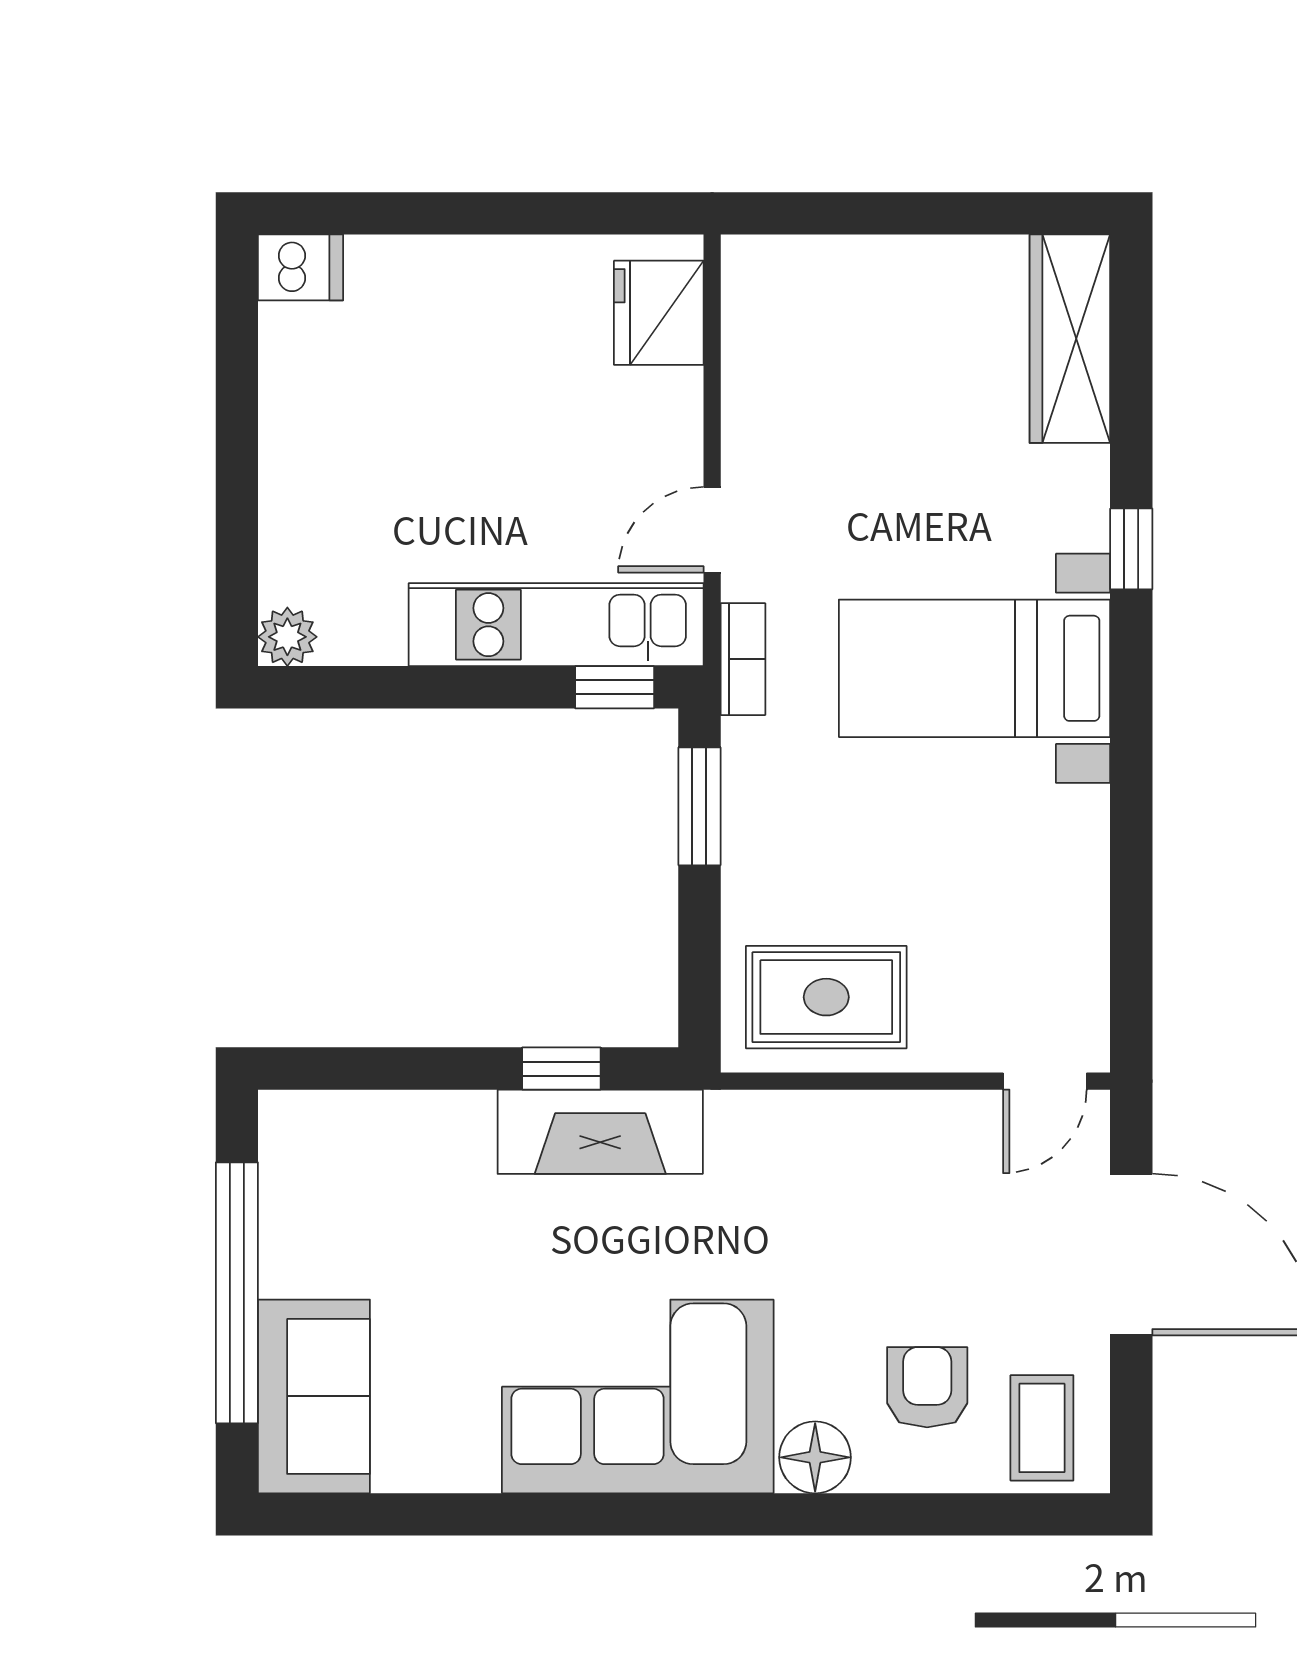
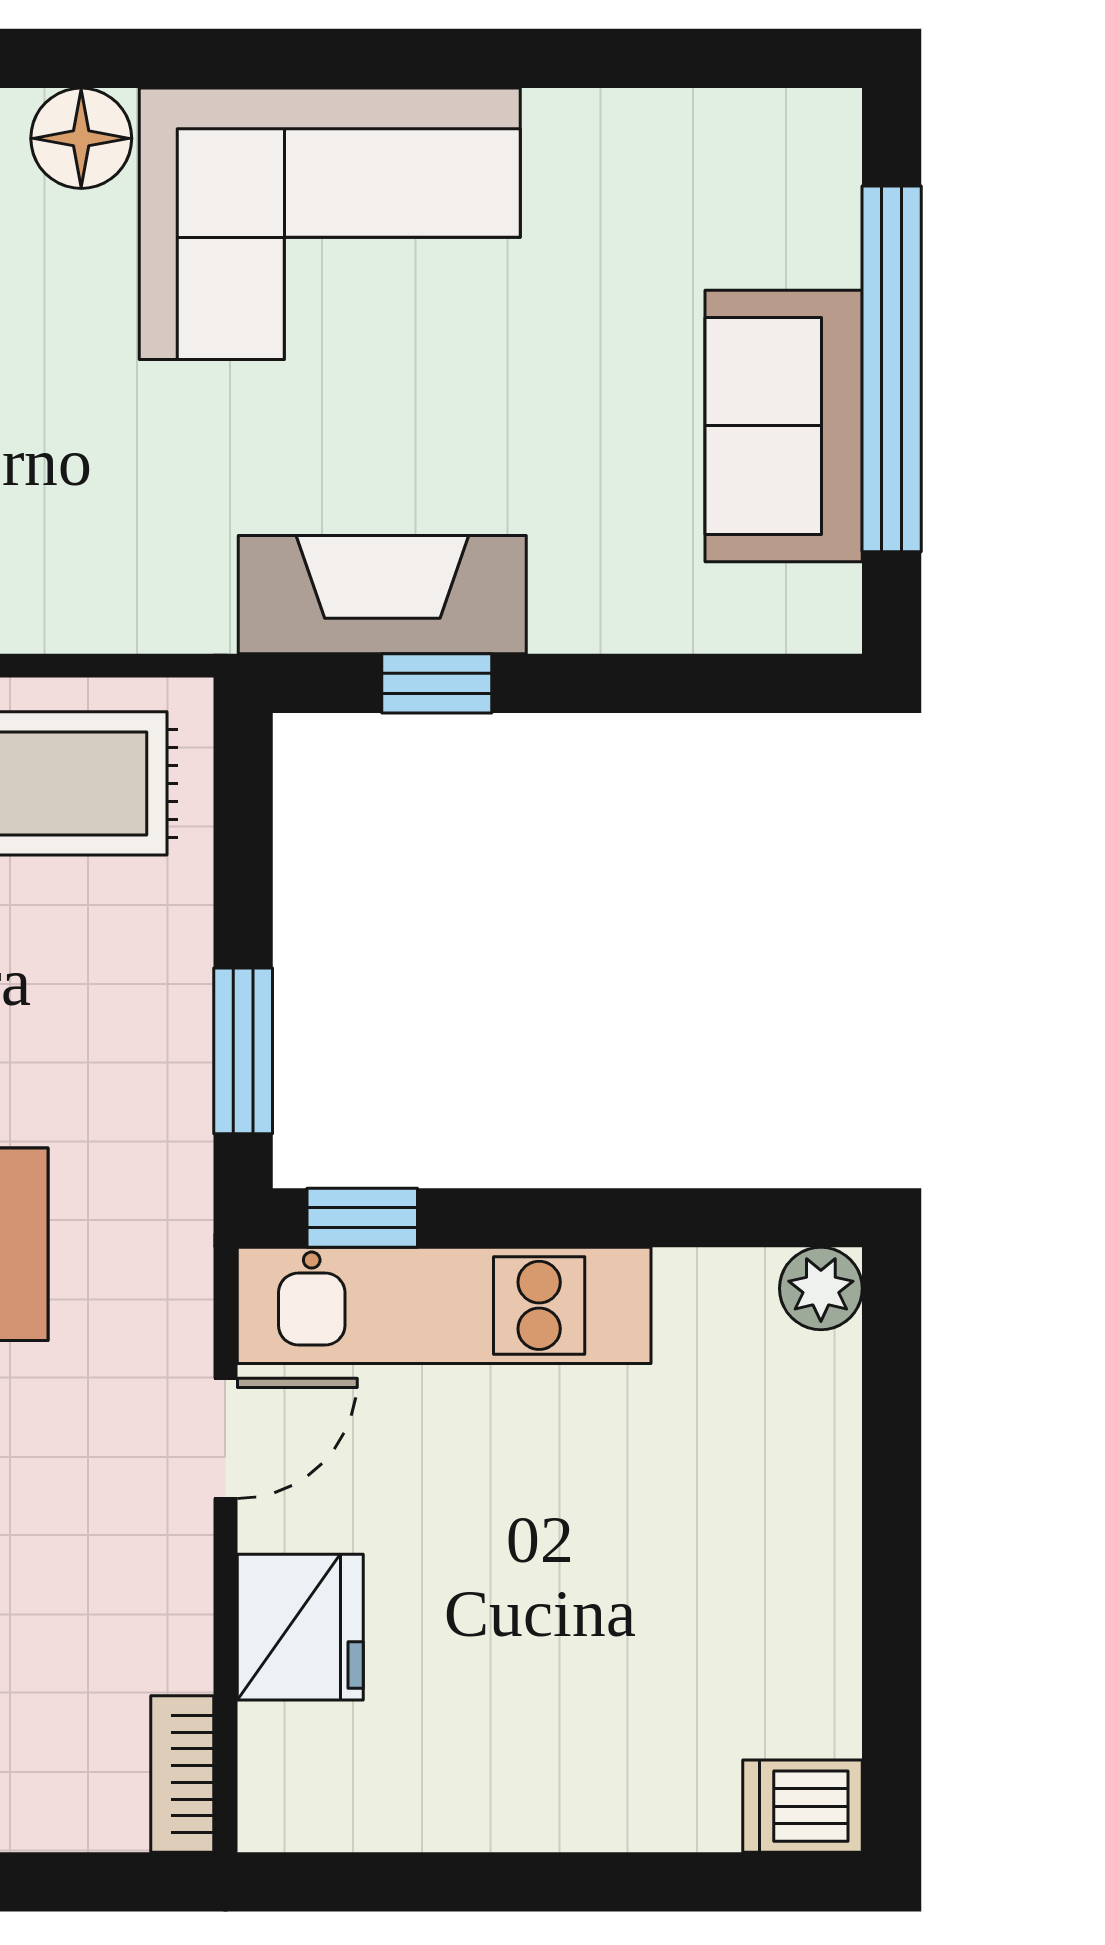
fridge: (659, 313) -> (300, 1627), moved
bookcase: (743, 659) -> (182, 1774), moved
sofa: (314, 1396) -> (784, 426), moved

